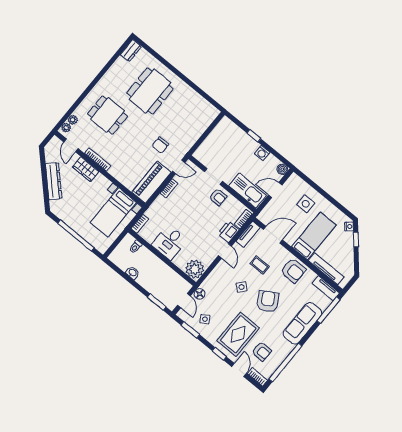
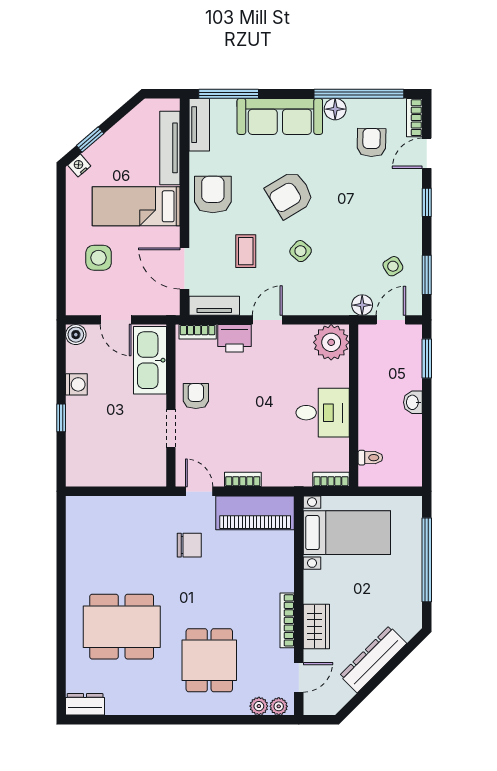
washbasin: (132, 273) -> (413, 402), moved
rug: (238, 334) -> (375, 198), removed
floor lamp: (287, 348) -> (335, 109), added

